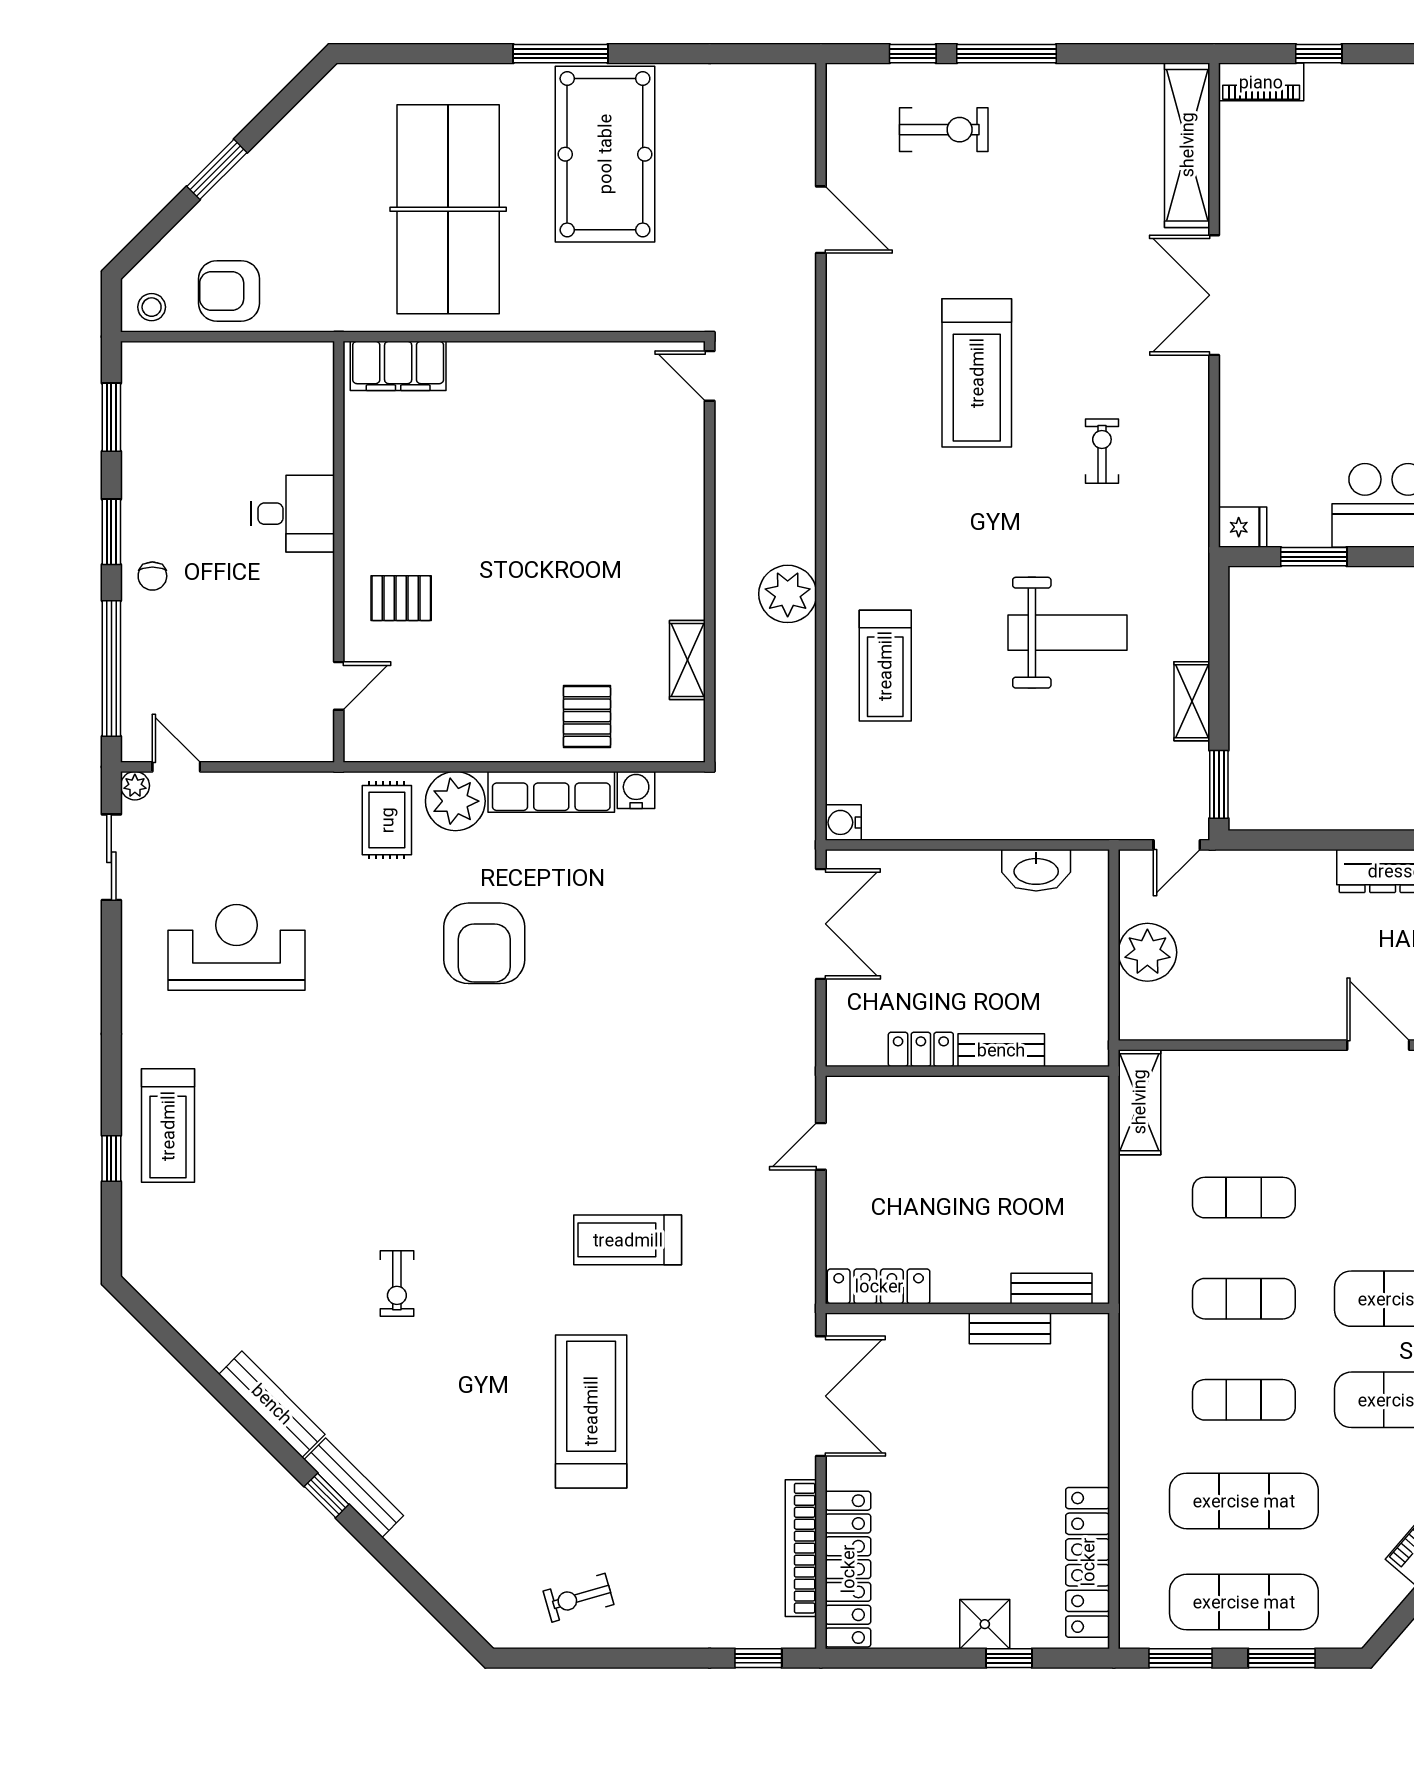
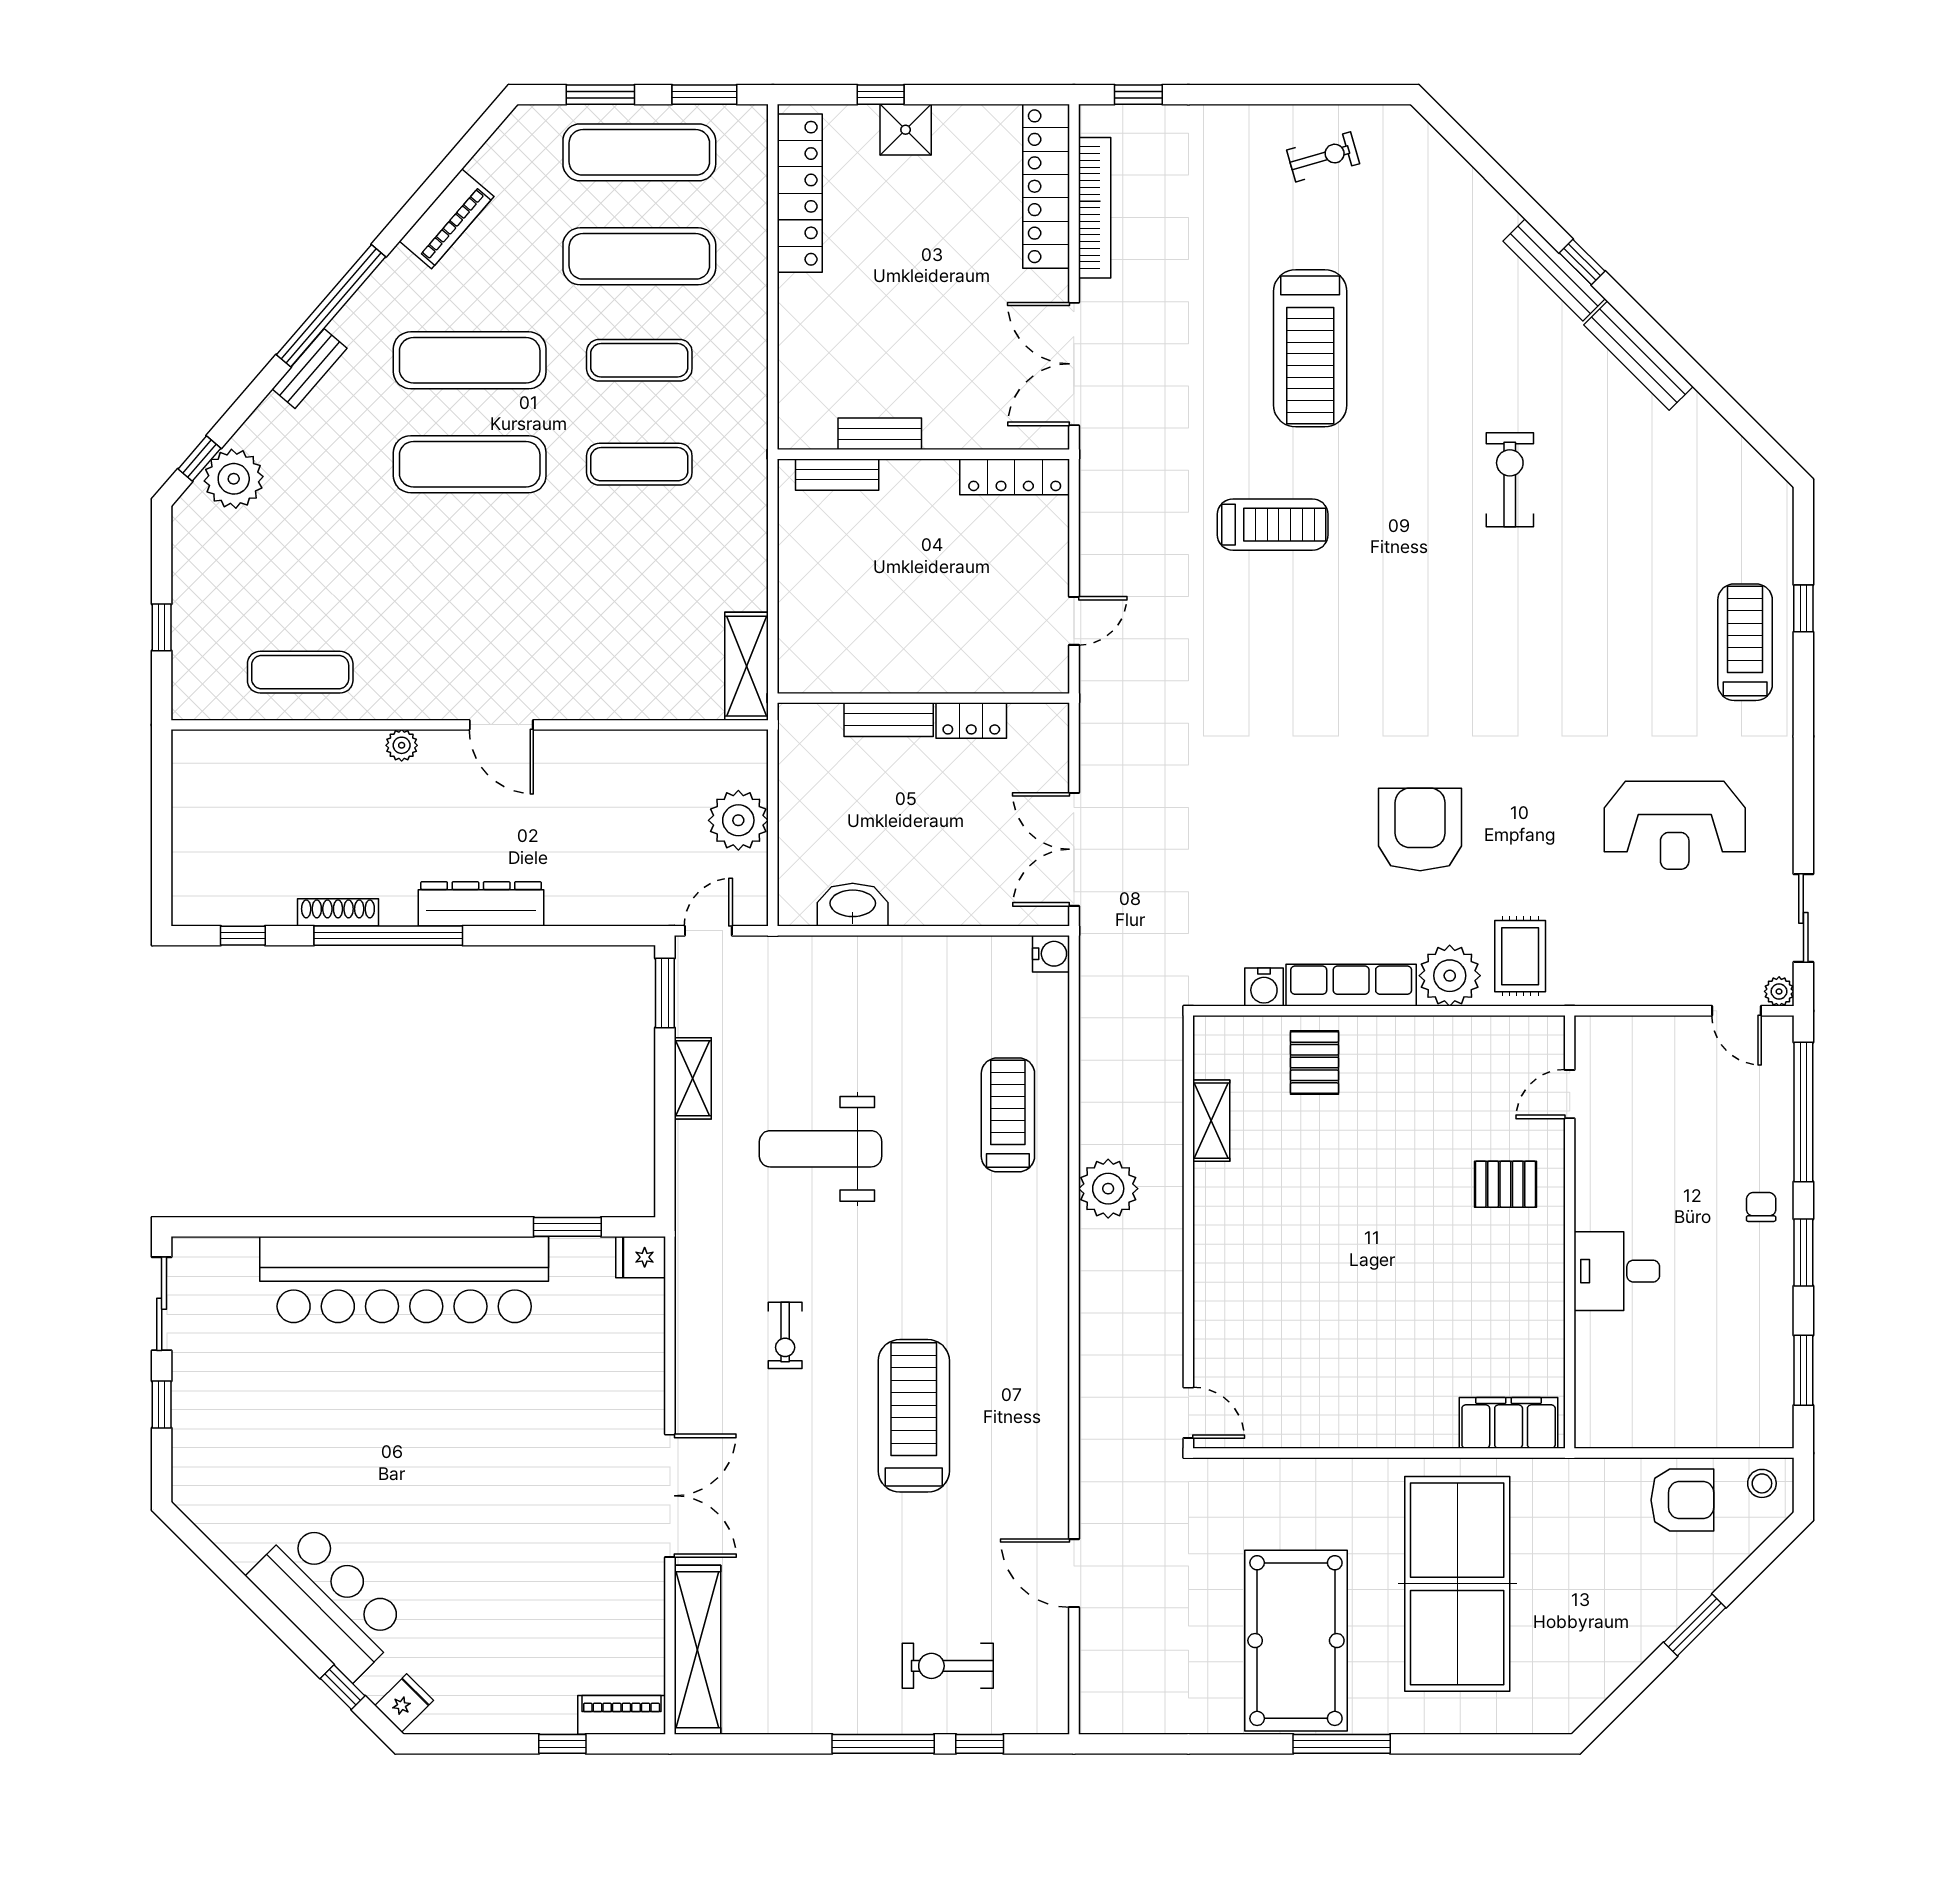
exercise mat: (1244, 1198) -> (639, 568), removed
exercise bike: (397, 1284) -> (1510, 480), width x1.38, depth x1.39

